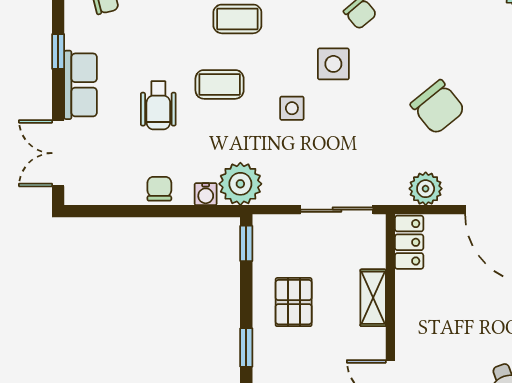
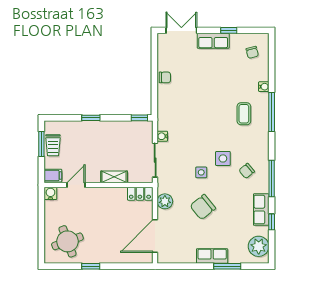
coffee table: (220, 84) -> (213, 105), removed
wheelchair: (158, 105) -> (204, 77), removed
side table: (292, 108) -> (201, 172), moved
plant: (240, 184) -> (167, 115), removed
water cooler: (206, 194) -> (162, 136), moved
pallet: (294, 302) -> (112, 140), removed

